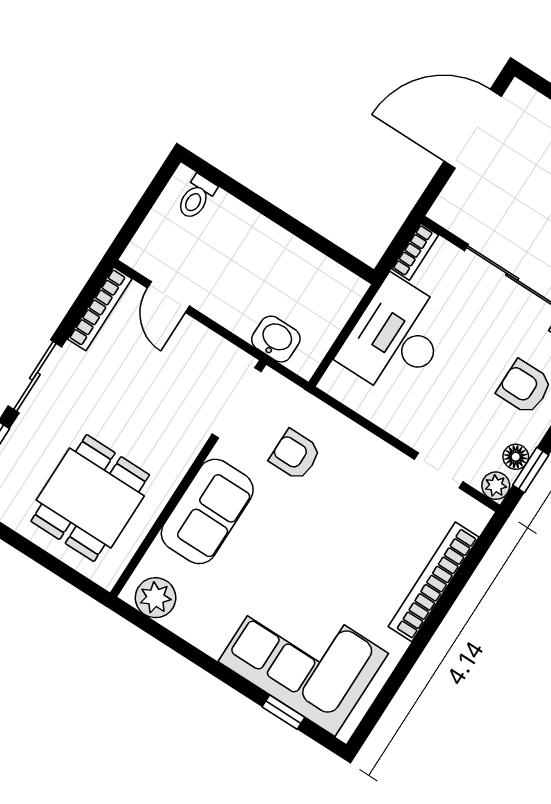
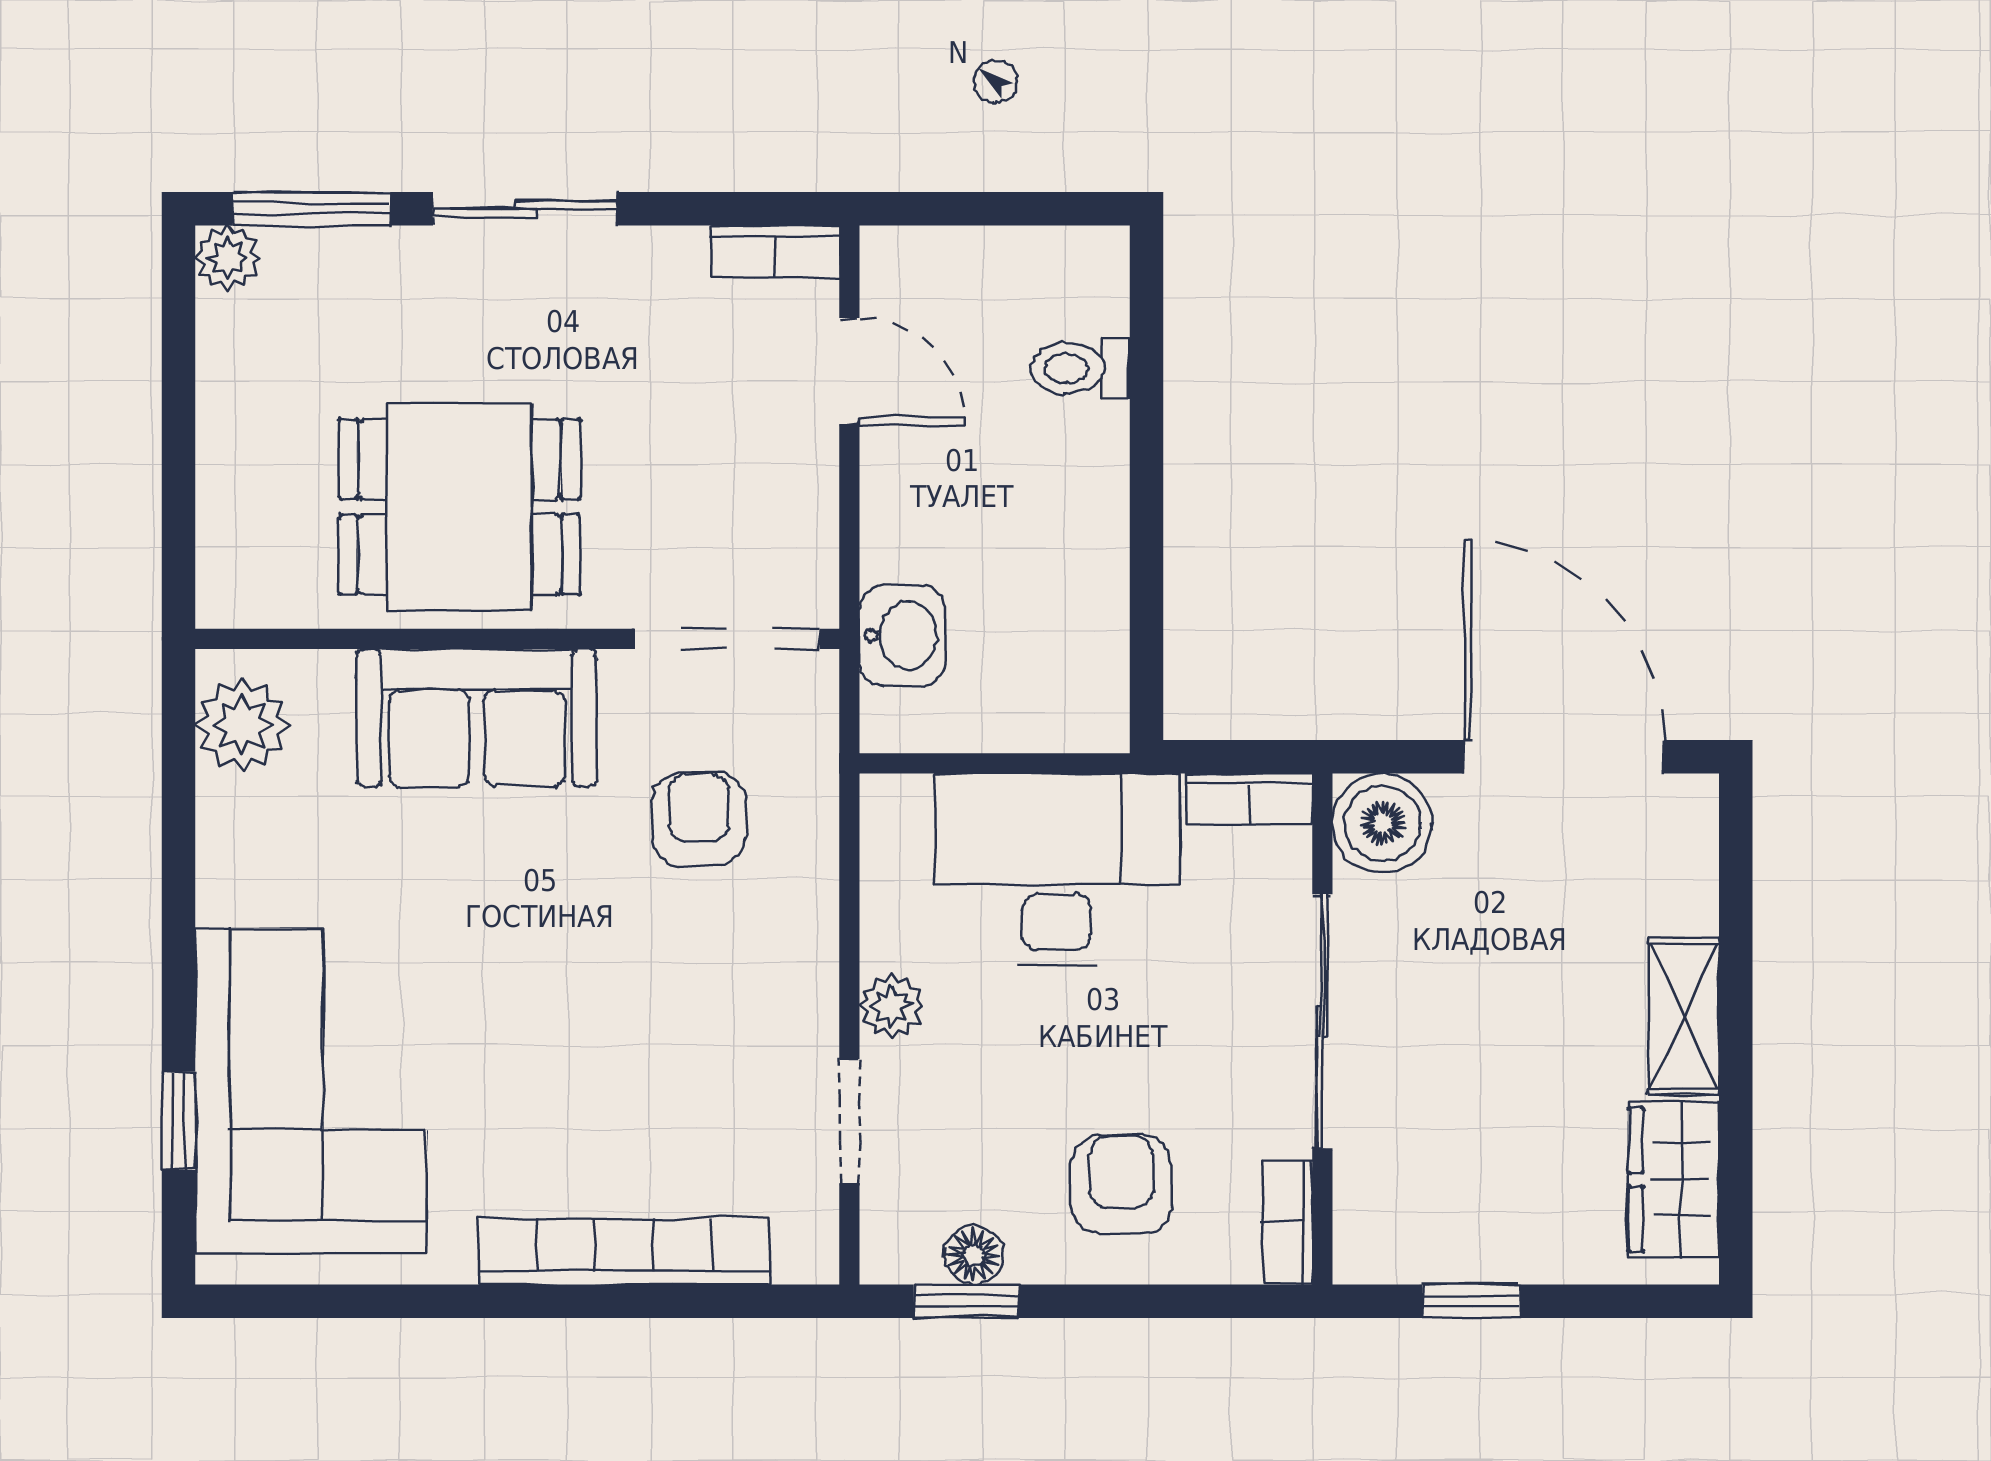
toilet: (196, 197) -> (1080, 368), moved
boiler: (455, 209) -> (1382, 823), added
door: (168, 297) -> (849, 371), swing flipped
bookcase: (100, 309) -> (775, 251), width x0.64
plant: (496, 486) -> (891, 1006), moved
dining table: (90, 498) -> (459, 507), moved

